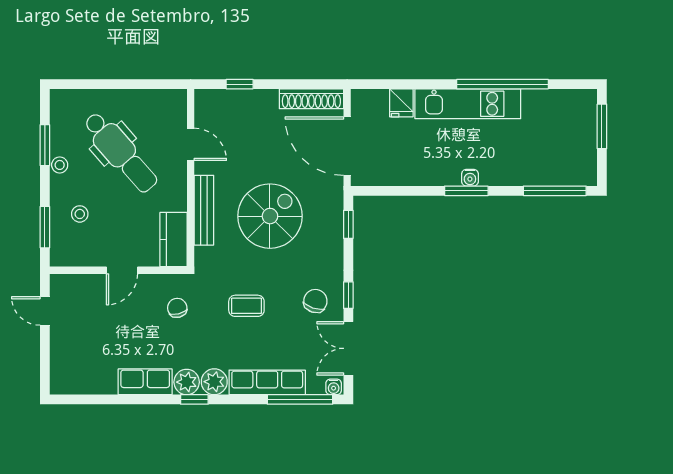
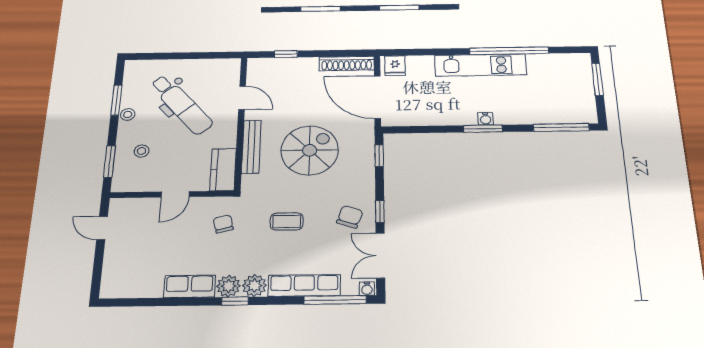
fridge: (401, 103) -> (395, 66), moved

